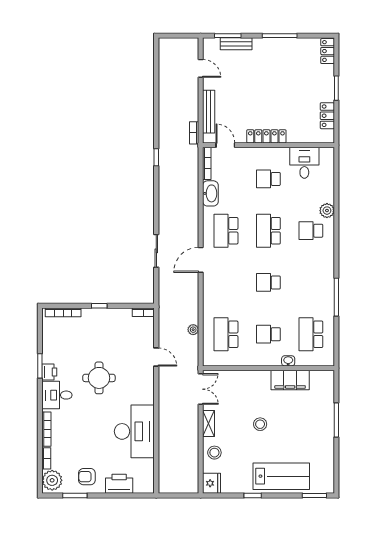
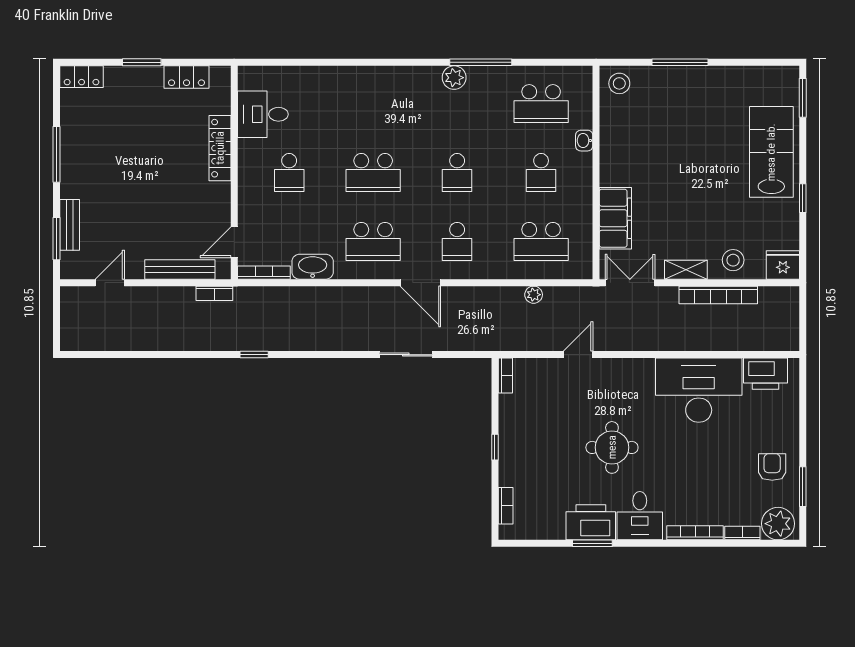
locker: (266, 136) -> (220, 148), moved
plant: (327, 211) -> (454, 78), moved
school desk: (311, 231) -> (457, 241), moved
bookcase: (63, 312) -> (506, 506), width x0.64
printer: (49, 372) -> (591, 522), width x1.87, depth x1.48
filing cabinet: (290, 380) -> (615, 218), moved
stool: (260, 424) -> (619, 83), moved
bookcase: (193, 443) -> (718, 295), added
armchair: (87, 477) -> (772, 467), turned 180
printer: (119, 484) -> (765, 374), moved, turned -90

